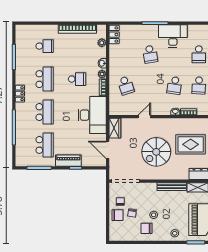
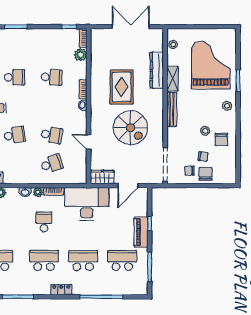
school desk: (174, 85) -> (52, 135), moved

